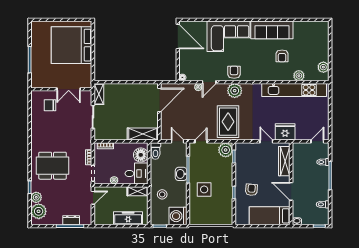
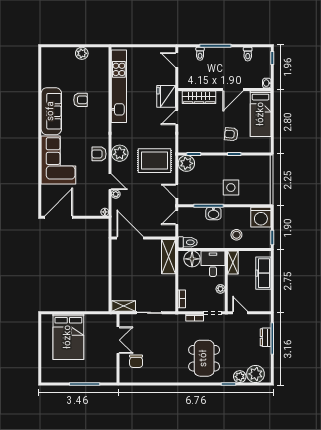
bed: (72, 45) -> (68, 337), width x0.73
plant: (323, 67) -> (82, 53), moved
plant: (299, 76) -> (103, 81), removed

